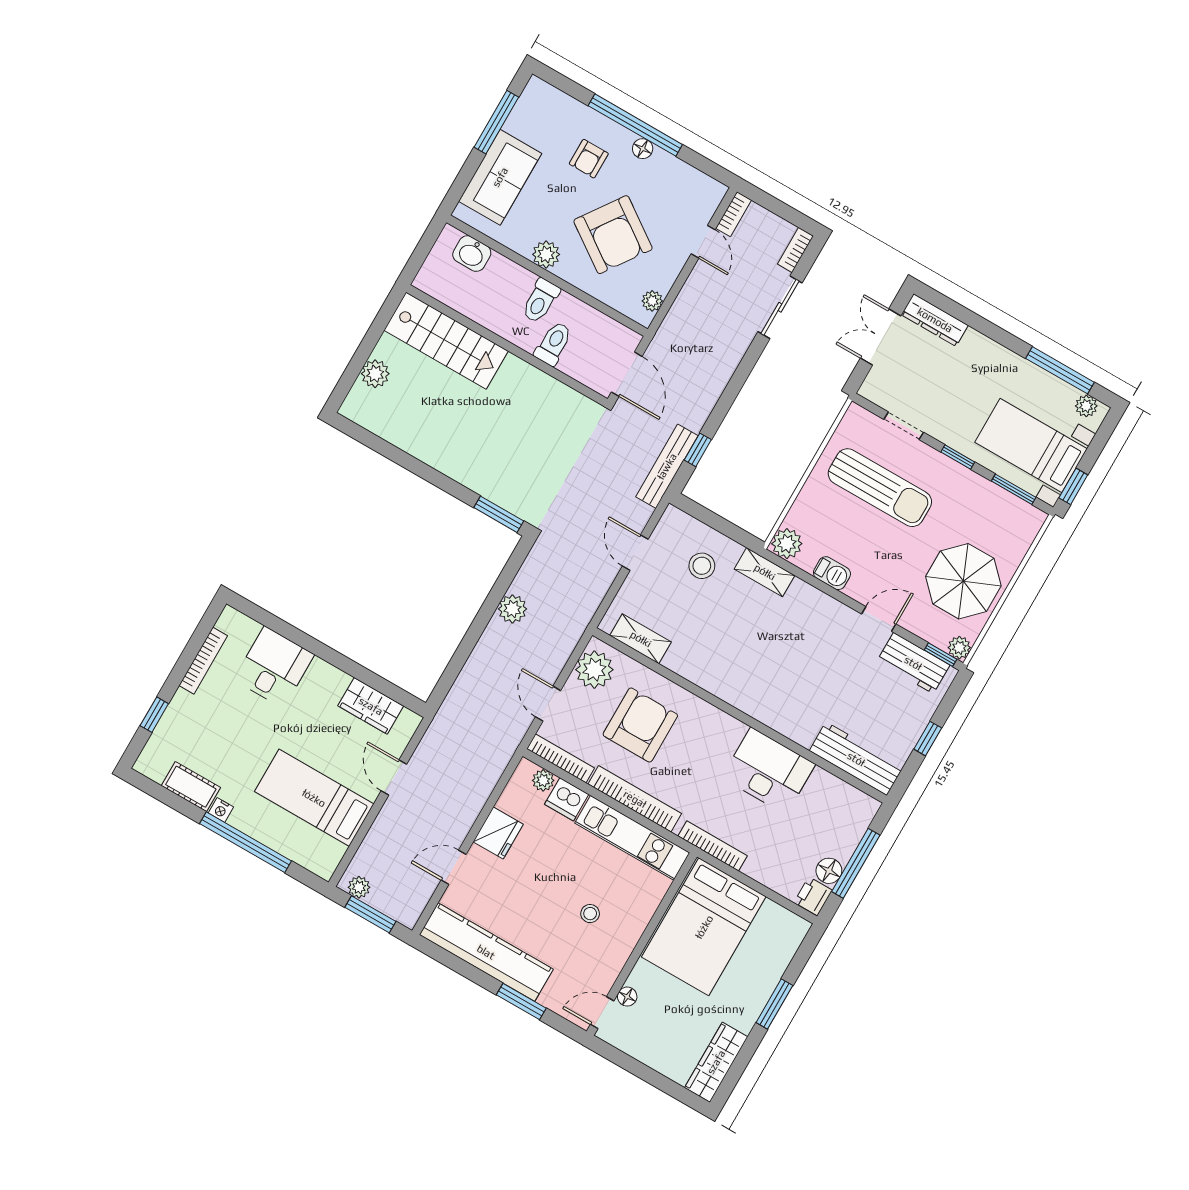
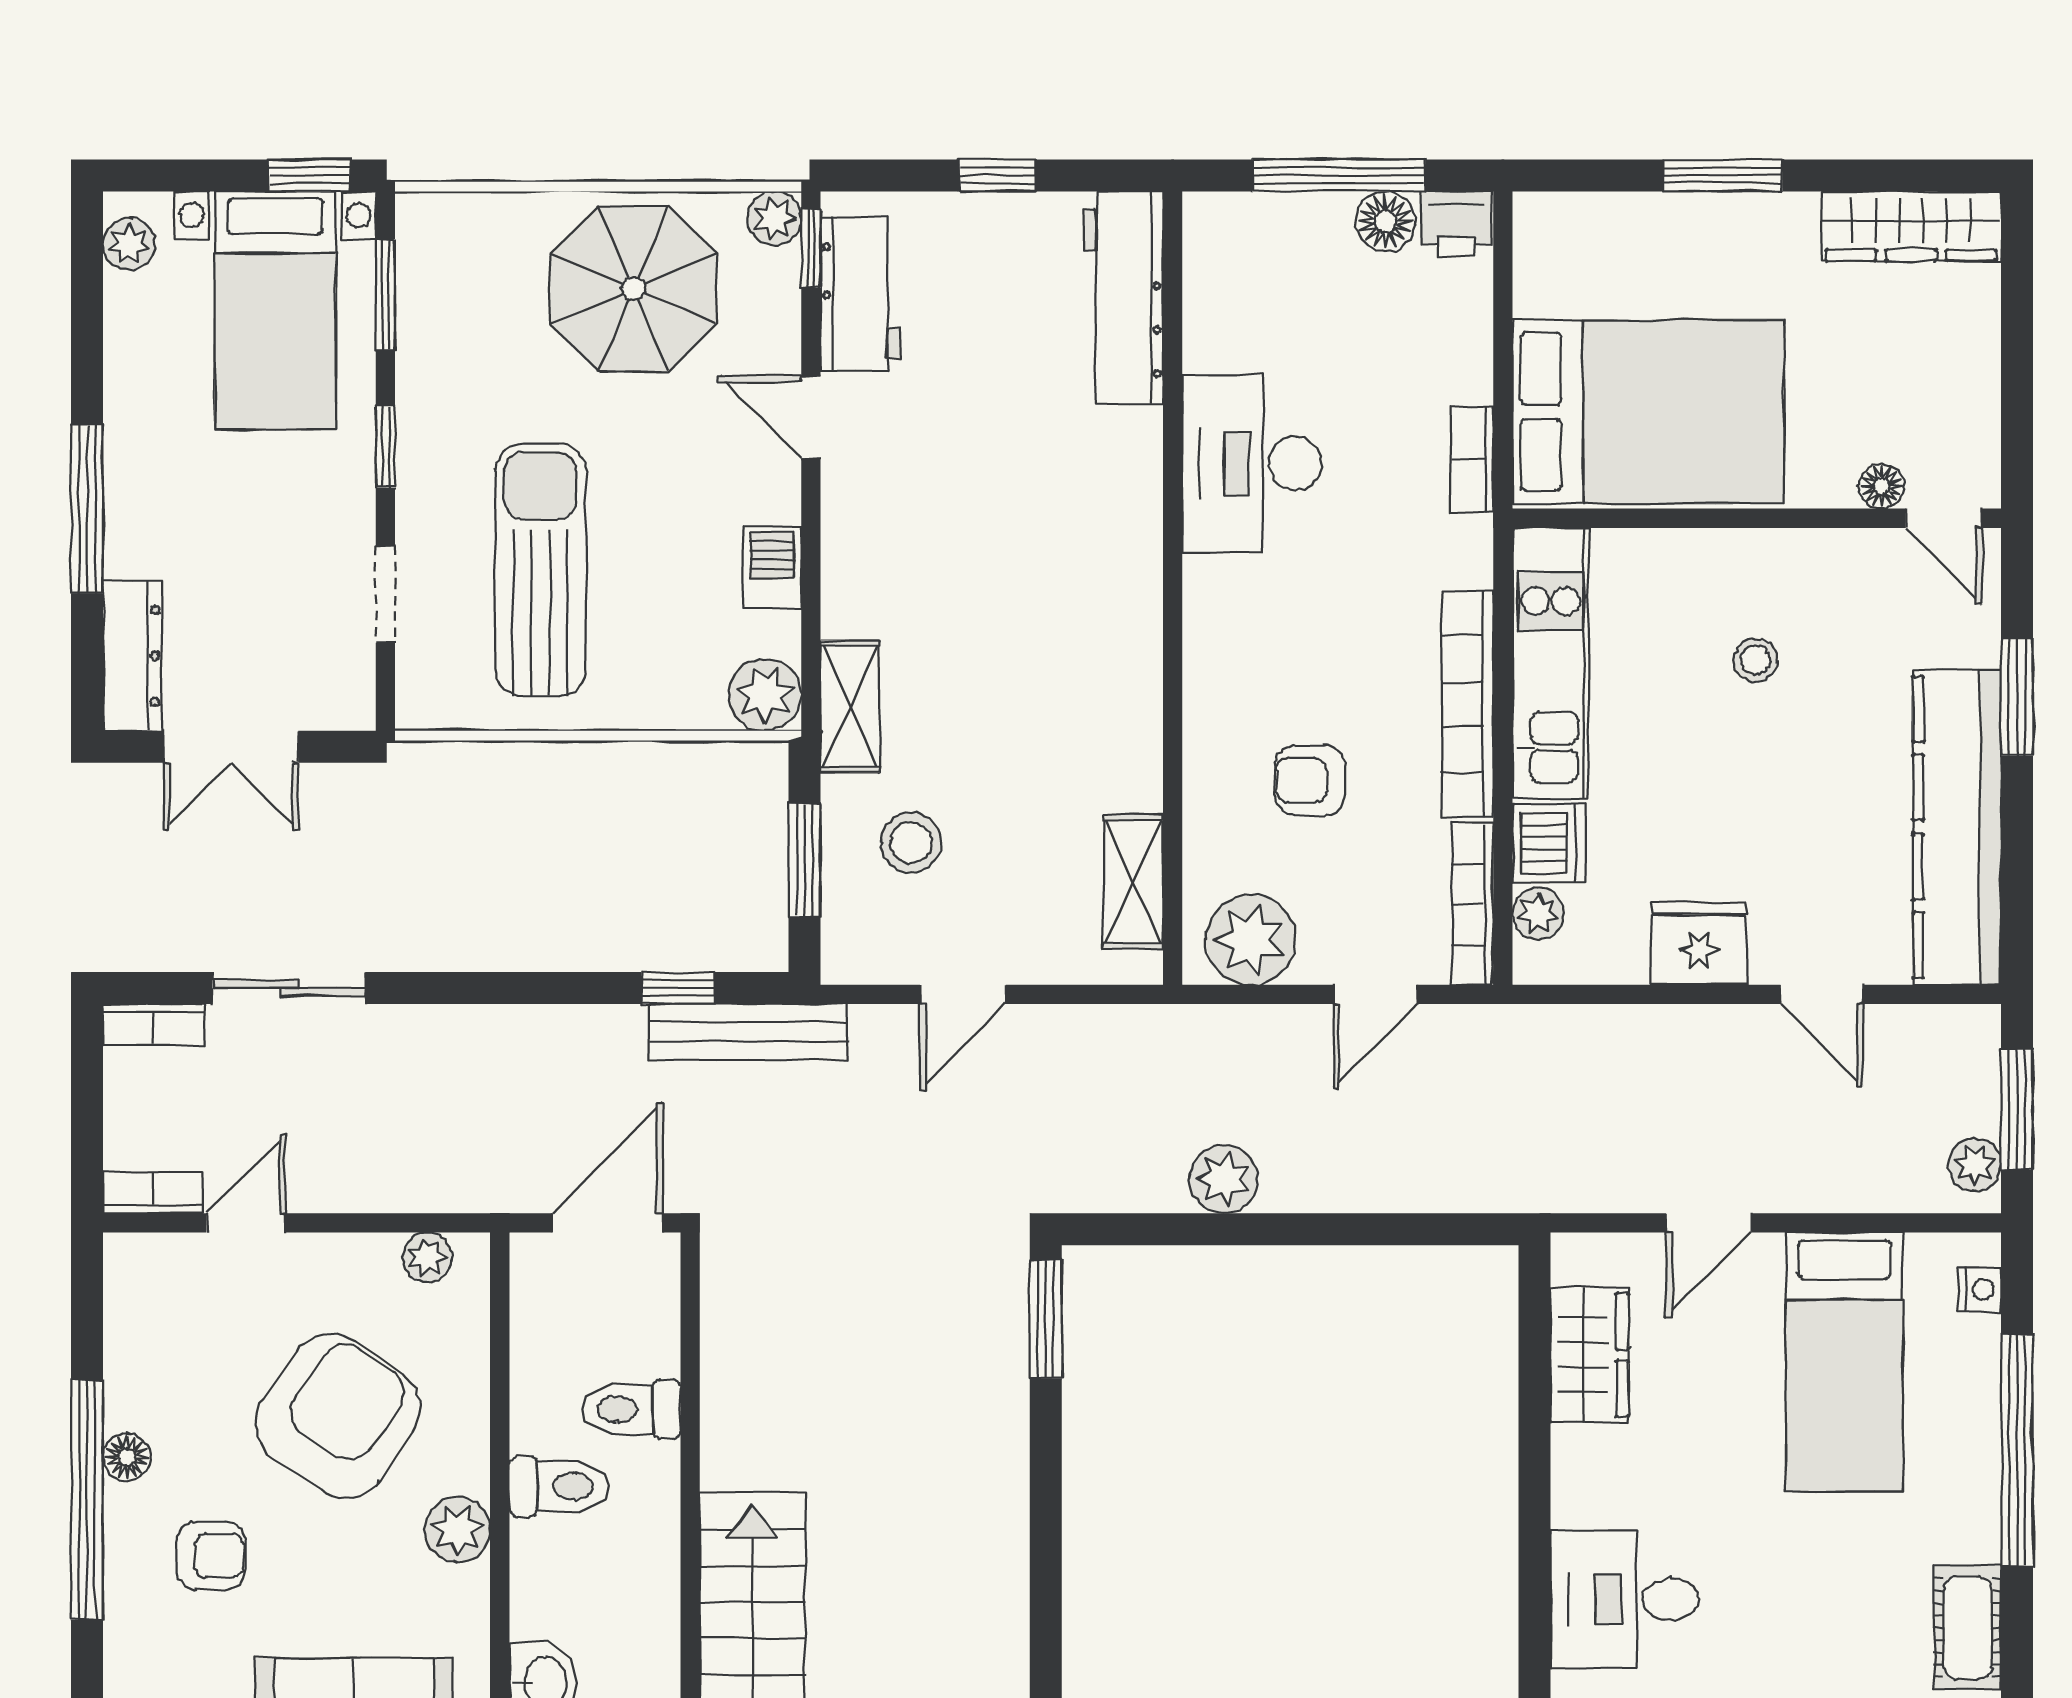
window: (1060, 370) -> (87, 509), moved
window: (718, 523) -> (804, 860), added
armchair: (640, 725) -> (1310, 780), width x0.53, depth x0.53
nightstand: (221, 810) -> (1980, 1289), moved
bookcase: (713, 846) -> (1472, 459), width x0.64

